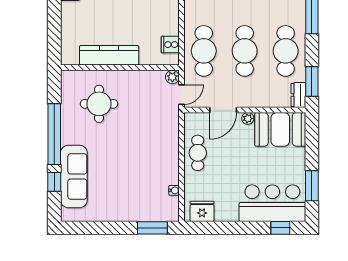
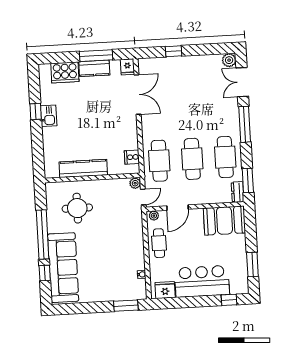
plant: (248, 118) -> (154, 216), moved
sofa: (74, 176) -> (63, 268), width x1.36, depth x1.27
bar counter: (272, 203) -> (202, 281), moved

